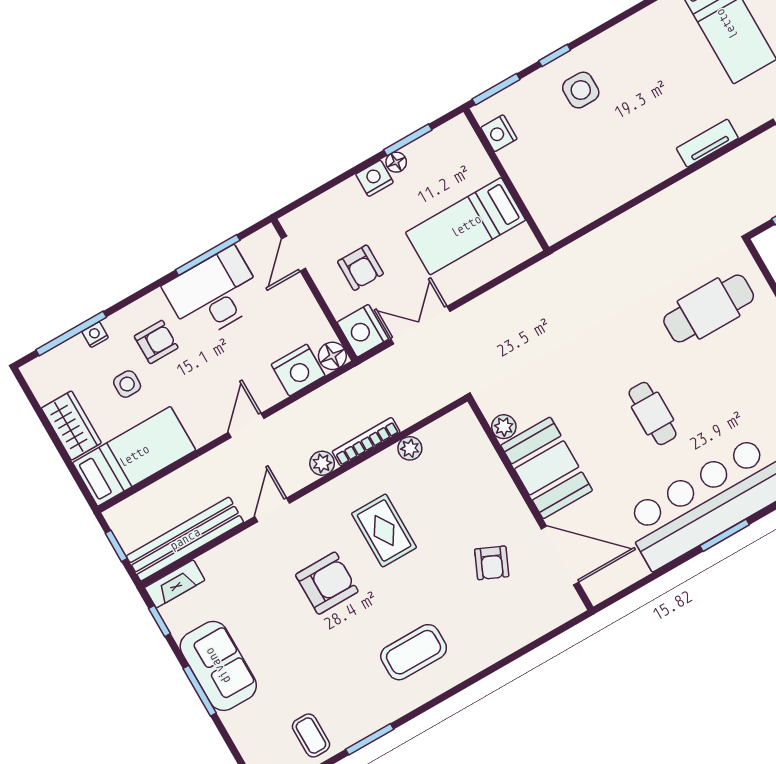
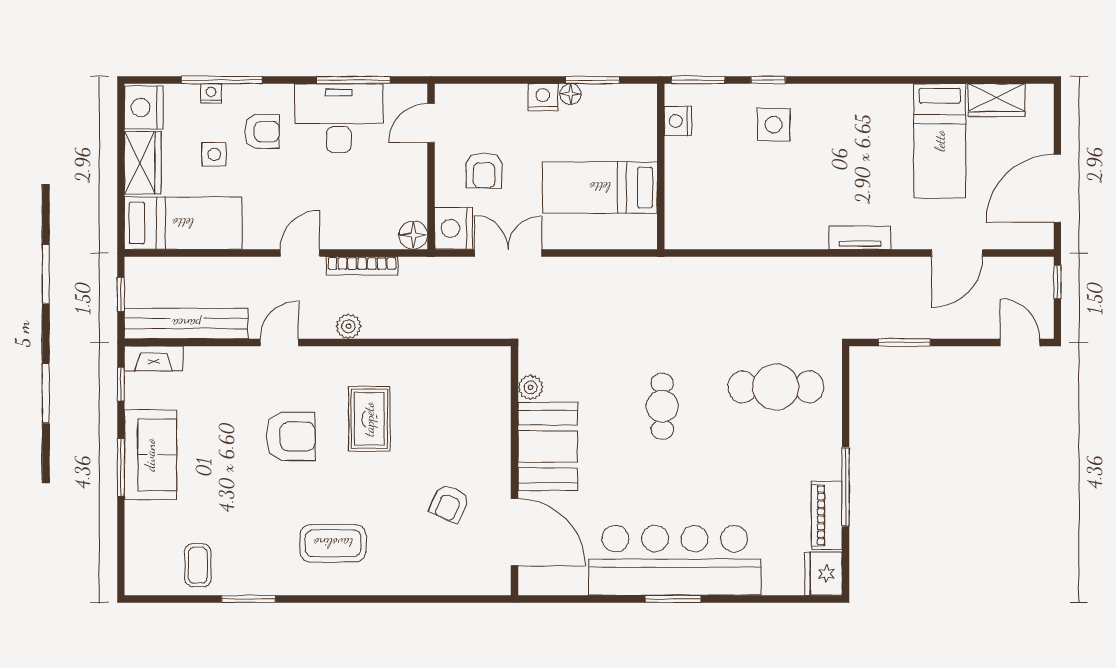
window: (71, 333) -> (222, 80), moved
nightstand: (298, 370) -> (144, 108), moved, turned 90
cafe table: (652, 413) -> (662, 406), moved
bookcase: (366, 442) -> (362, 266), moved, turned 180
plant: (410, 448) -> (435, 358), removed

